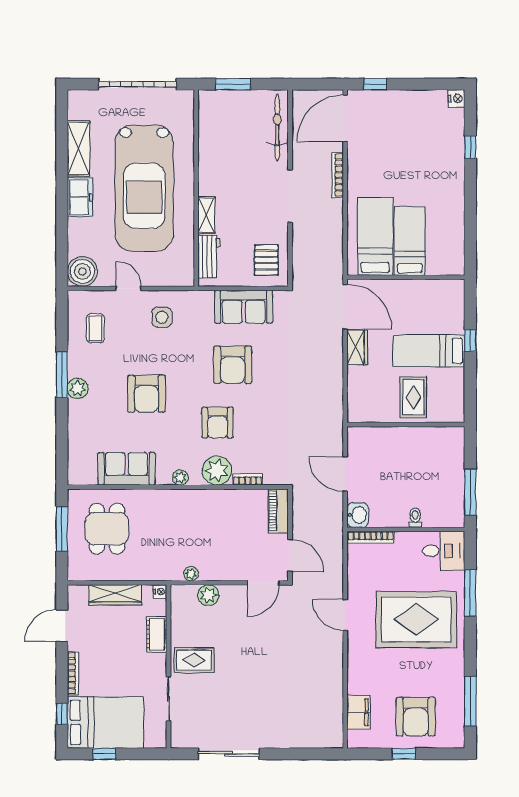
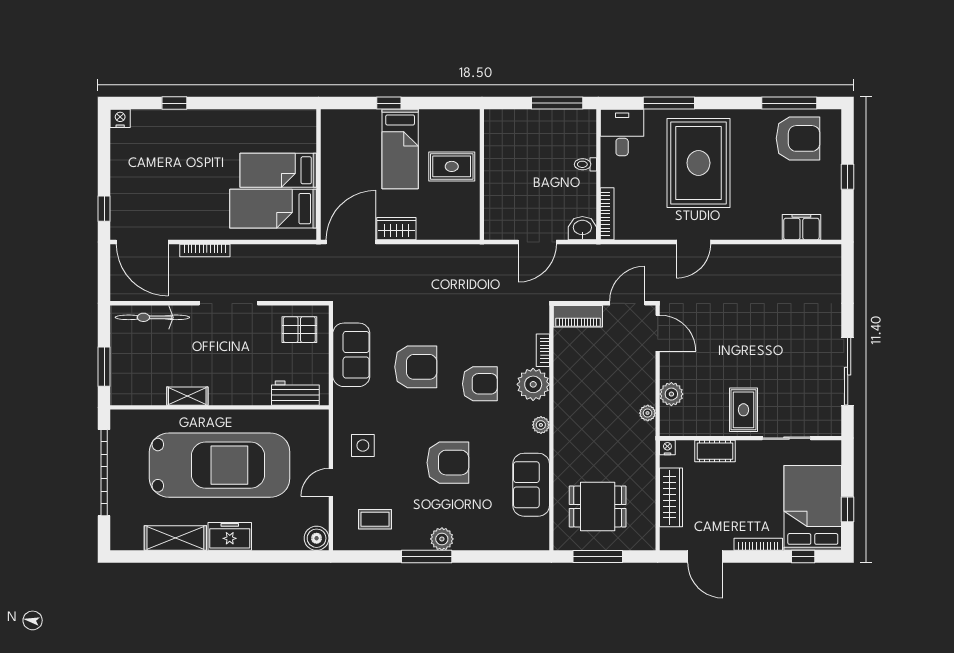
shelving: (206, 215) -> (187, 396), moved
boiler: (82, 271) -> (317, 538), width x0.73, depth x0.73
armchair: (416, 717) -> (798, 138), moved

